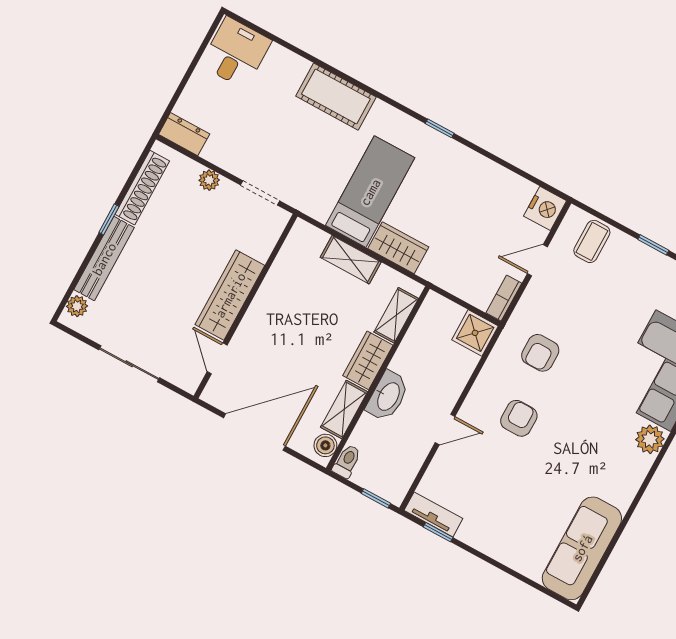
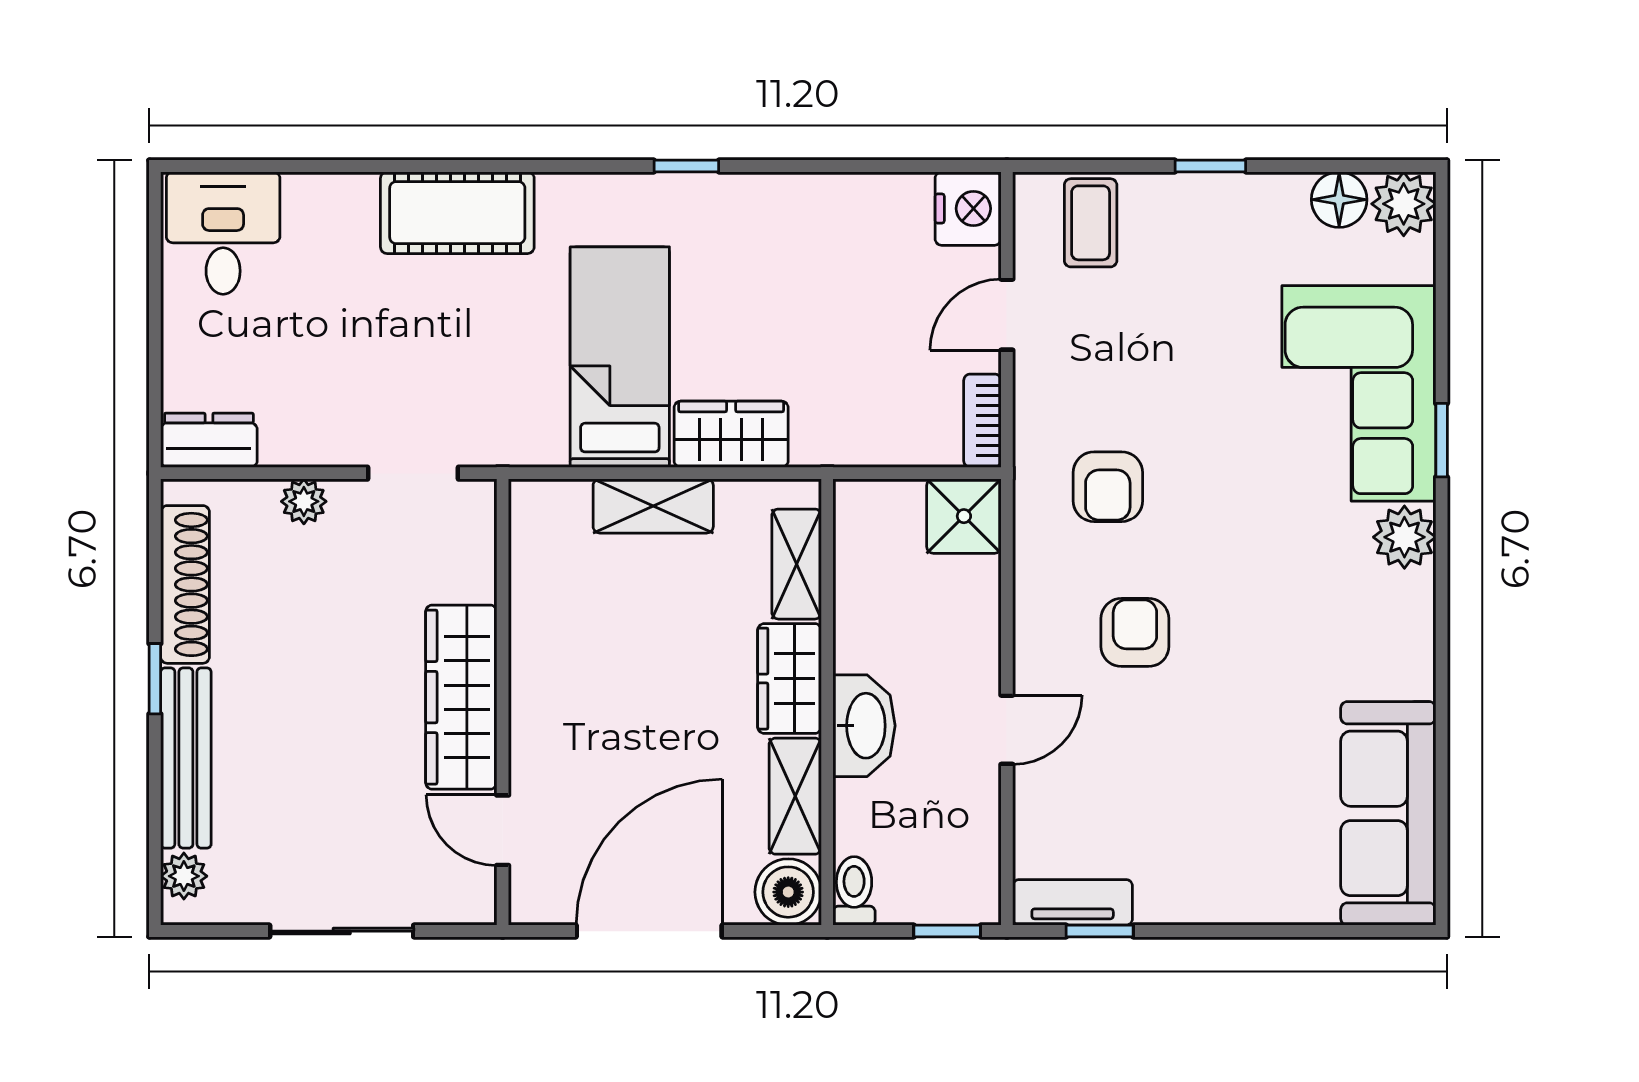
boiler: (325, 445) -> (788, 892), width x1.36, depth x1.36

